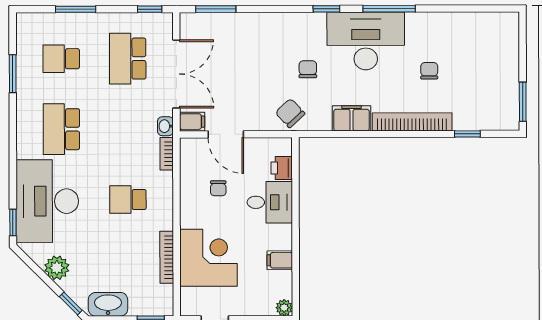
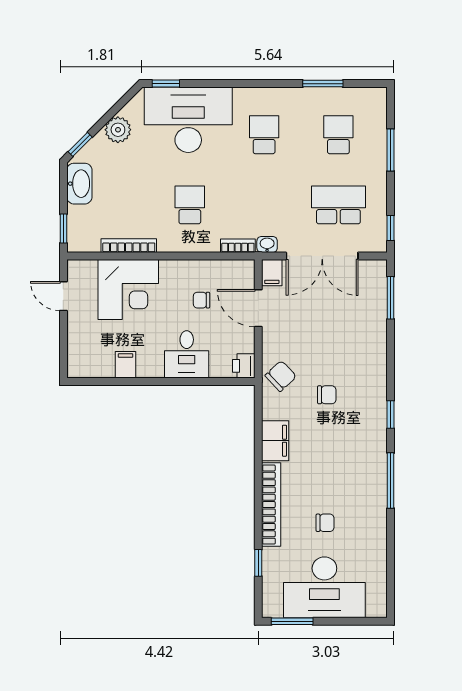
desk: (366, 41) -> (324, 587), moved, turned 90
school desk: (61, 129) -> (264, 135), width x0.54
door: (226, 134) -> (258, 308), hinge flipped
printer: (282, 168) -> (244, 366), moved, turned -90
plant: (284, 308) -> (76, 369), removed

